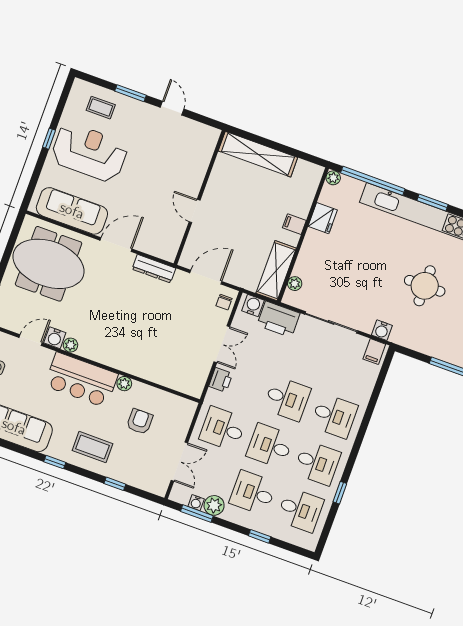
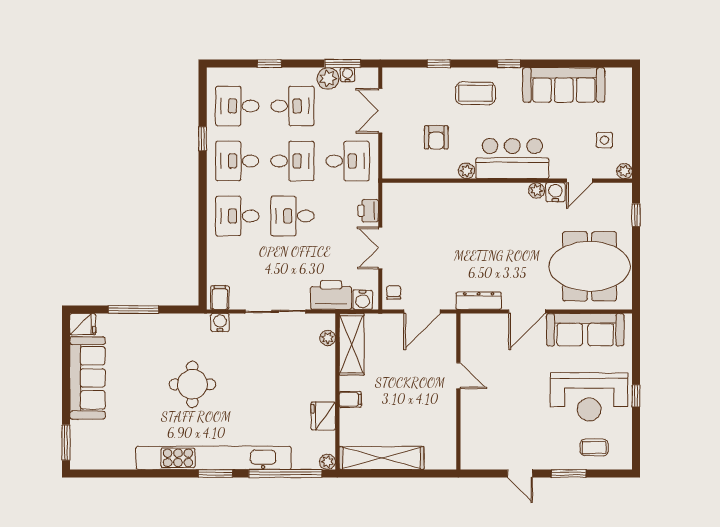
shelving: (258, 154) -> (382, 458), moved

